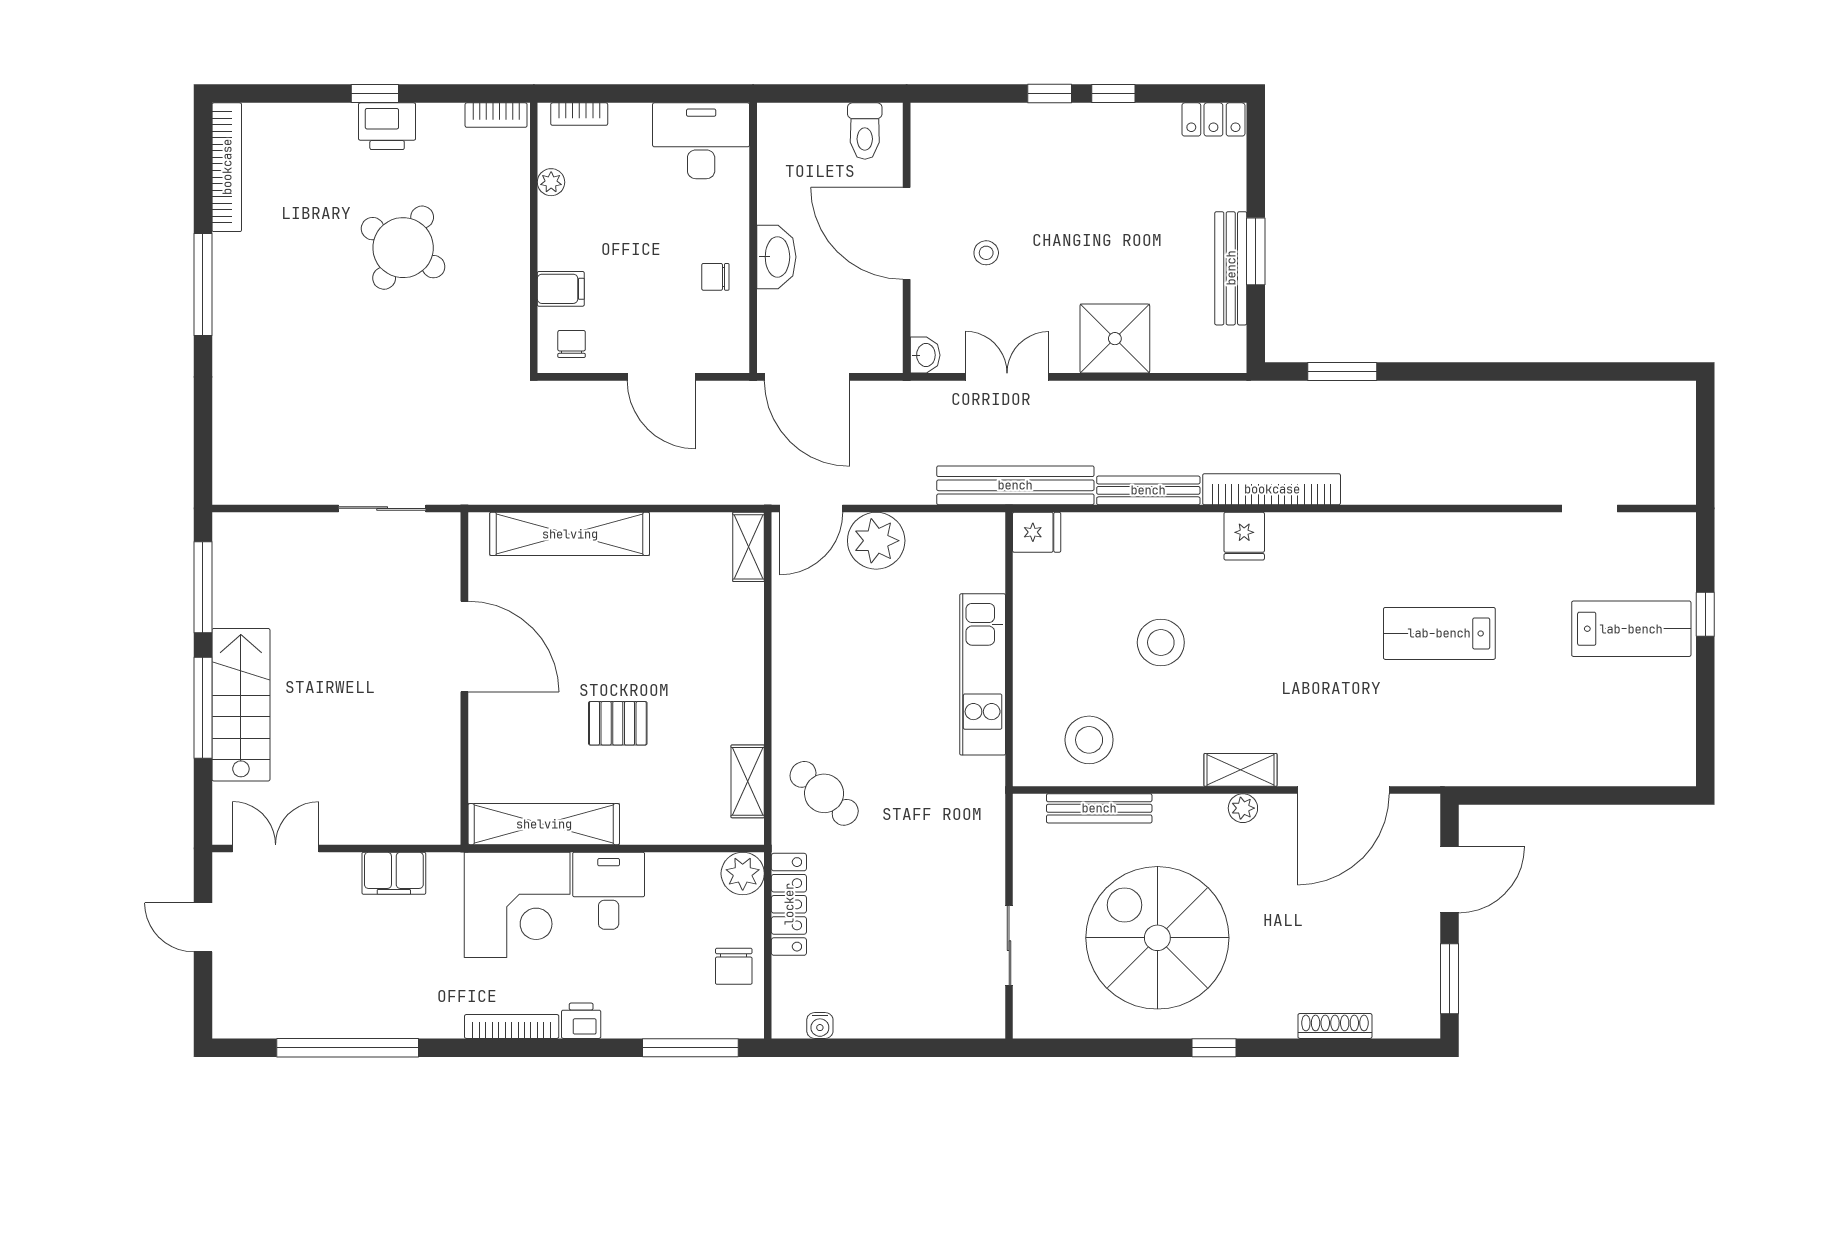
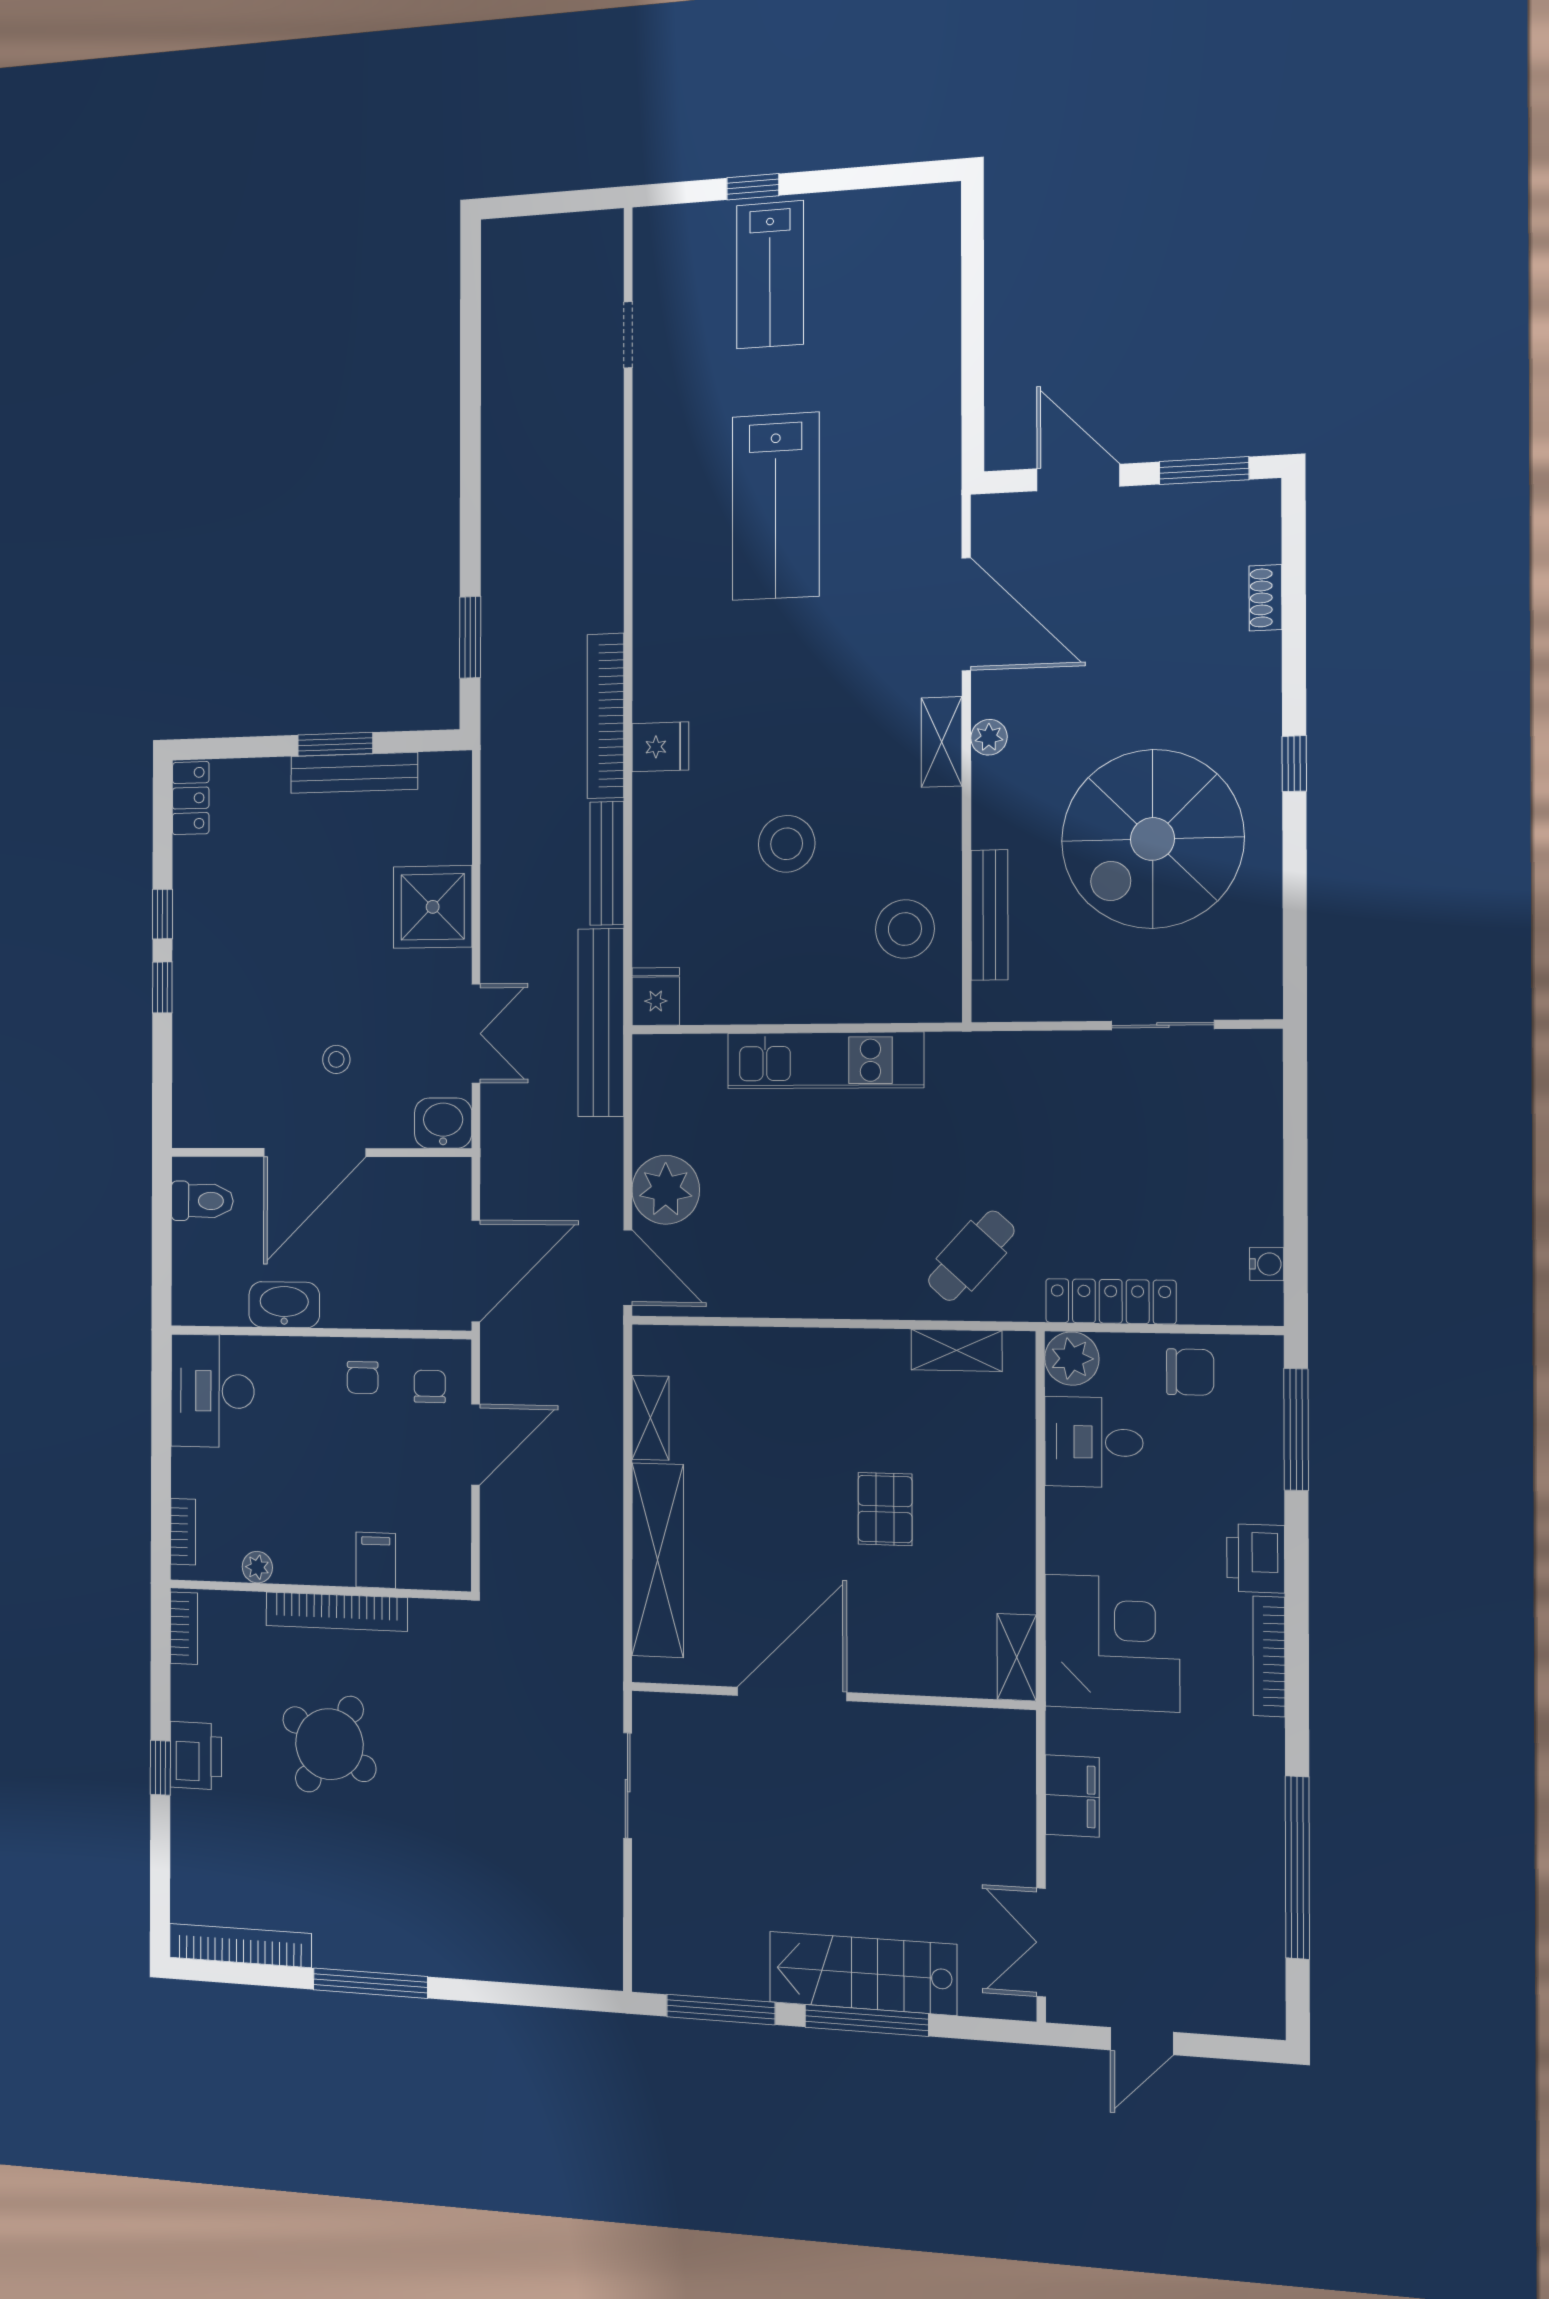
bookcase: (516, 254) -> (337, 1612), added
washbasin: (776, 257) -> (284, 1305), moved
chair: (572, 344) -> (430, 1386), moved, turned 90
washbasin: (925, 355) -> (443, 1123), width x1.38, depth x1.45
double door: (1007, 377) -> (476, 1034), swing flipped
shelving: (748, 547) -> (650, 1418), moved, turned 90
lab bench: (1631, 629) -> (770, 275), turned 180
lab bench: (1439, 633) -> (776, 506), width x1.36, depth x1.39
shelving: (544, 824) -> (1017, 1657), width x0.45, depth x0.75
desk: (609, 891) -> (1094, 1442), moved
printer: (581, 1021) -> (1256, 1558), width x1.36, depth x1.24
shoe rack: (1335, 1026) -> (1266, 598), width x0.70

